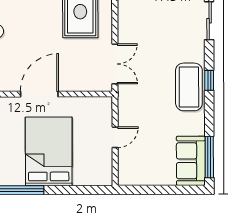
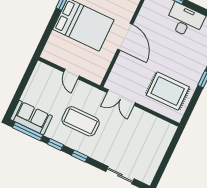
coffee table: (189, 87) -> (81, 121), moved
window: (209, 116) -> (55, 145), added

